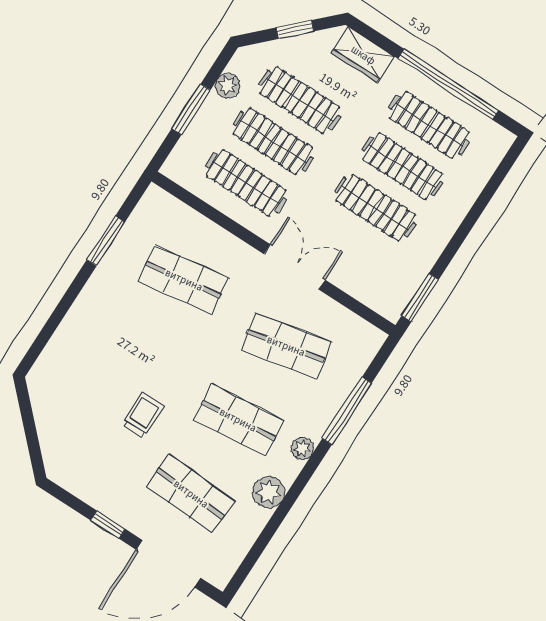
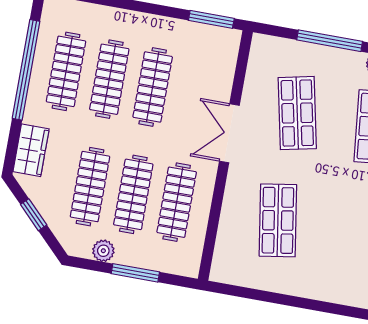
window: (106, 241) -> (273, 298), removed

